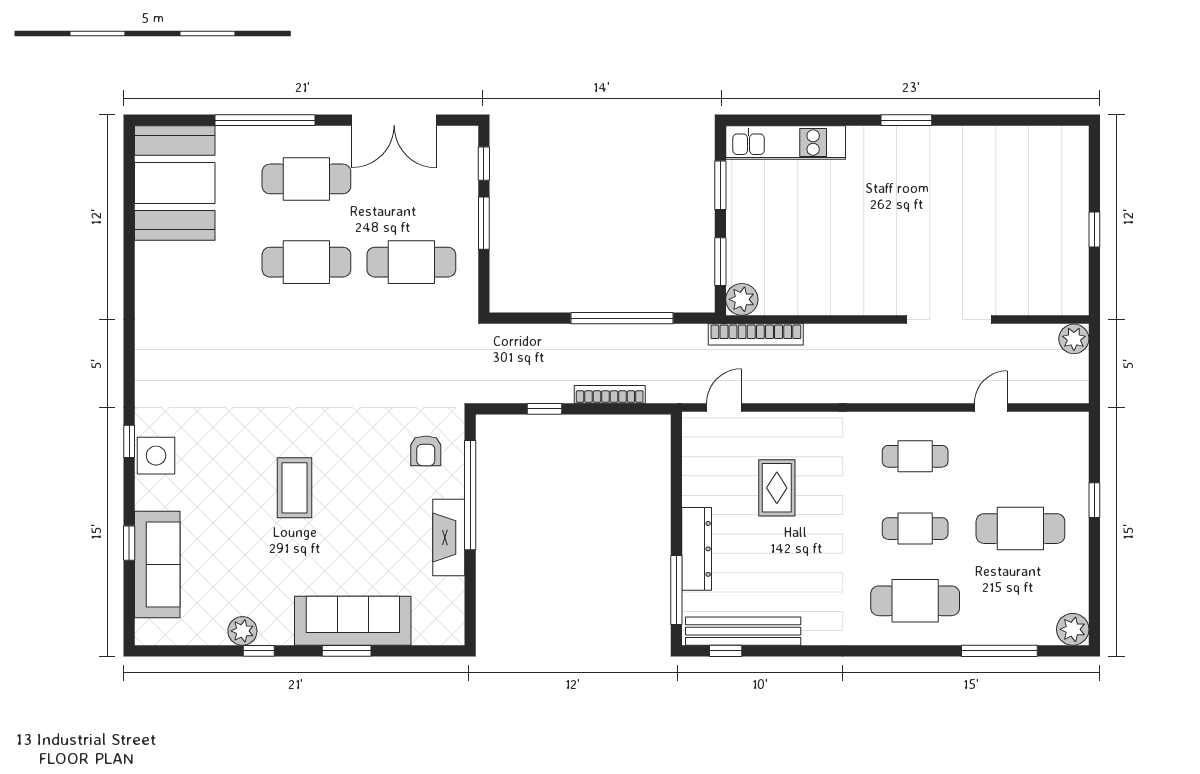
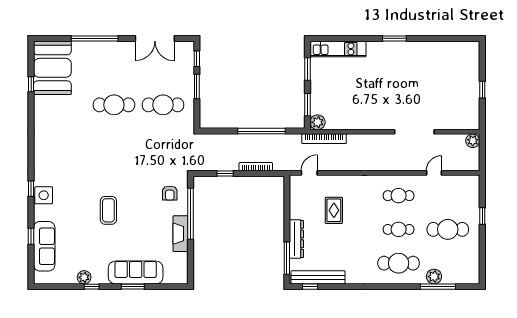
cafe table: (306, 179) -> (114, 66), removed
window: (129, 218) -> (31, 84), added
plant: (1073, 629) -> (434, 277), moved

